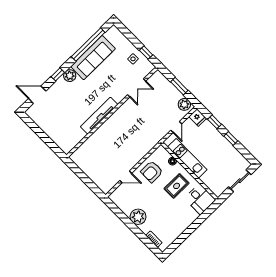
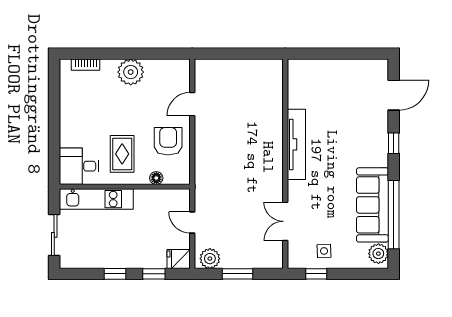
plant: (70, 76) -> (378, 254), moved
kitchen unit: (187, 158) -> (96, 199), moved

